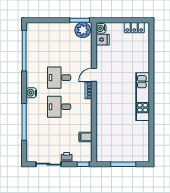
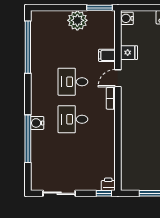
plant: (83, 30) -> (77, 20), moved
fridge: (103, 40) -> (129, 53), moved
water cooler: (31, 93) -> (37, 123), moved
filing cabinet: (85, 137) -> (107, 55), moved
printer: (67, 157) -> (108, 184), moved

